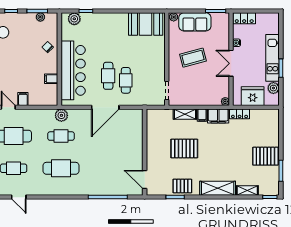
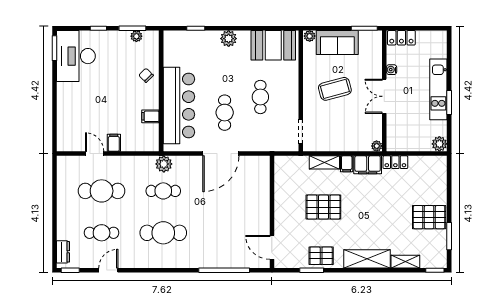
plant: (74, 19) -> (229, 39), moved
cafe table: (126, 80) -> (260, 97), moved
plant: (273, 88) -> (439, 144), moved
fridge: (253, 96) -> (412, 139), removed
door: (19, 197) -> (108, 270), swing flipped

